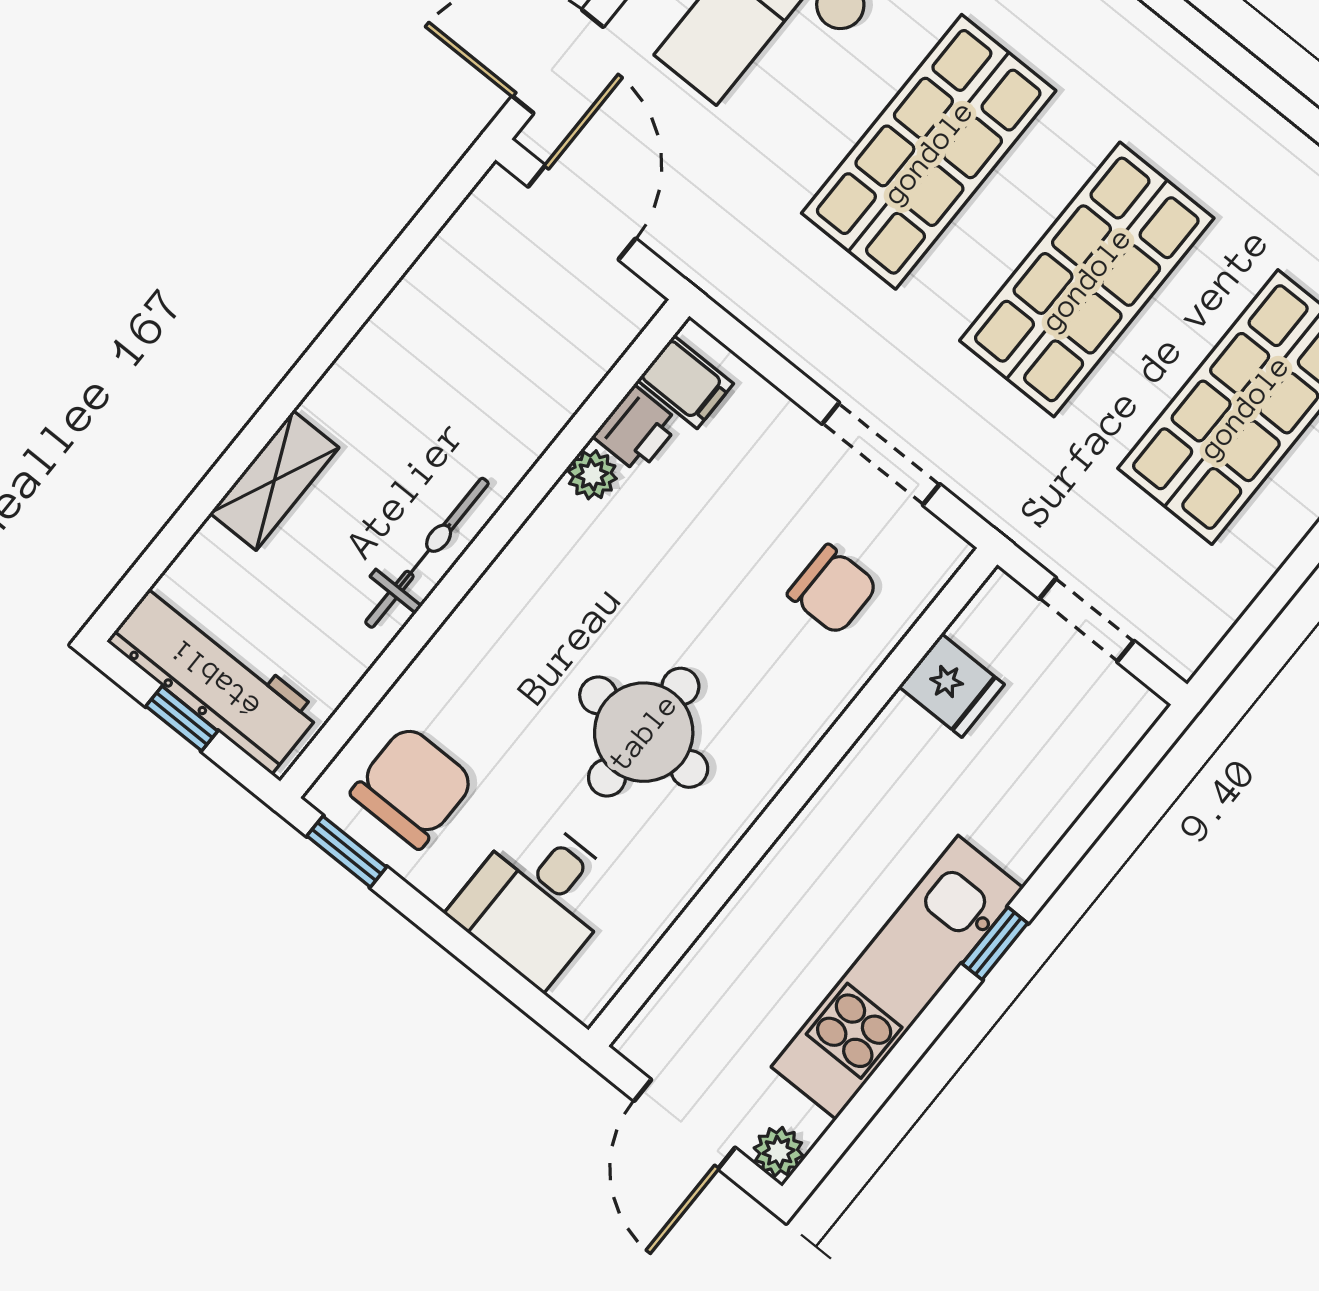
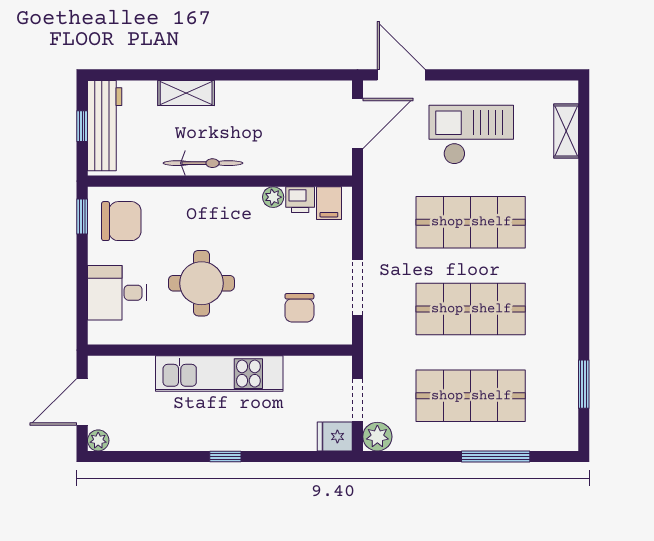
plant: (1182, 637) -> (377, 437), added
fridge: (952, 686) -> (335, 437), moved, turned 90
kitchen unit: (897, 977) -> (219, 374), moved, turned 180

